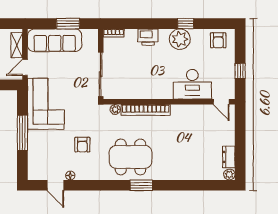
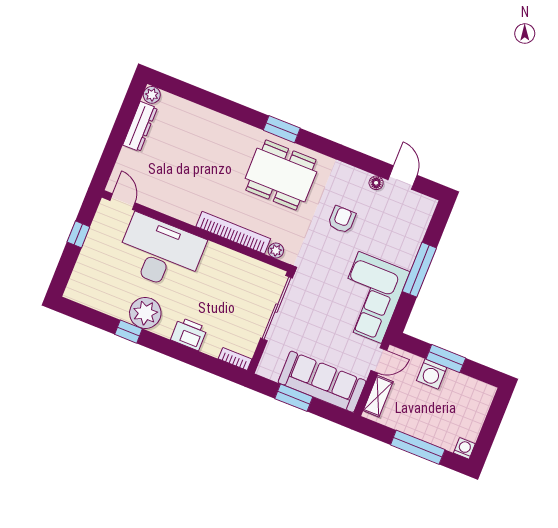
armchair: (218, 40) -> (92, 290), removed
desk: (192, 84) -> (160, 253), width x1.36, depth x1.30
dresser: (229, 157) -> (140, 126), width x1.44

